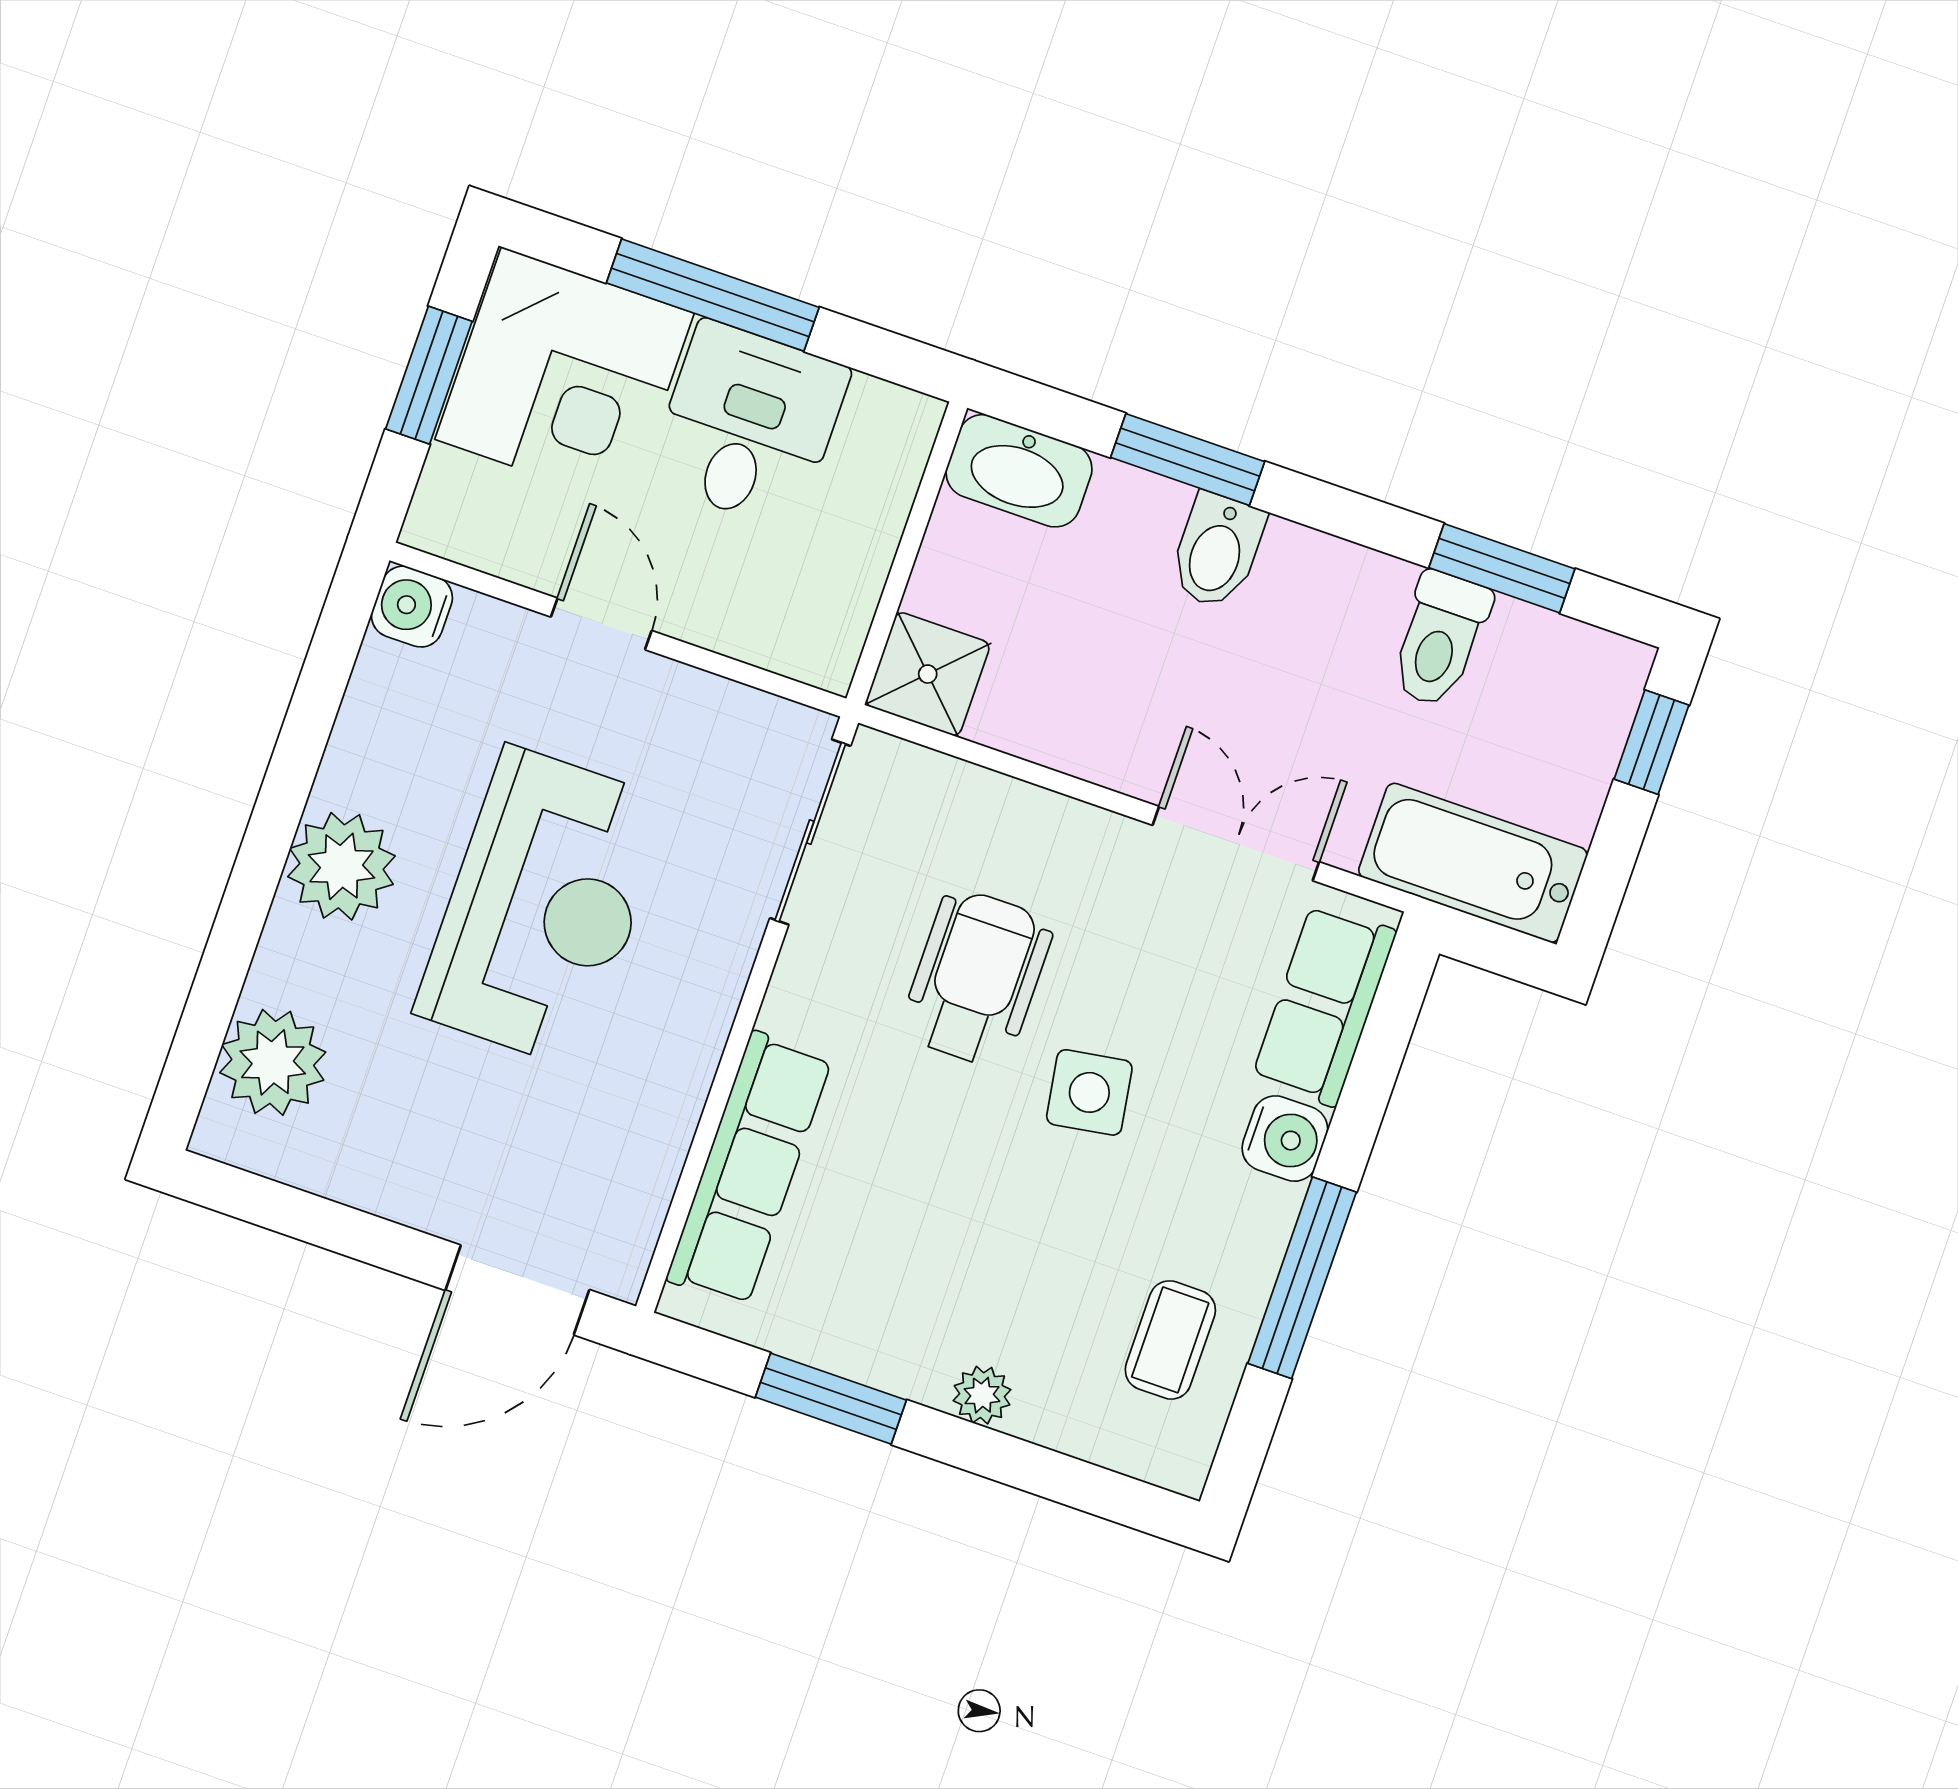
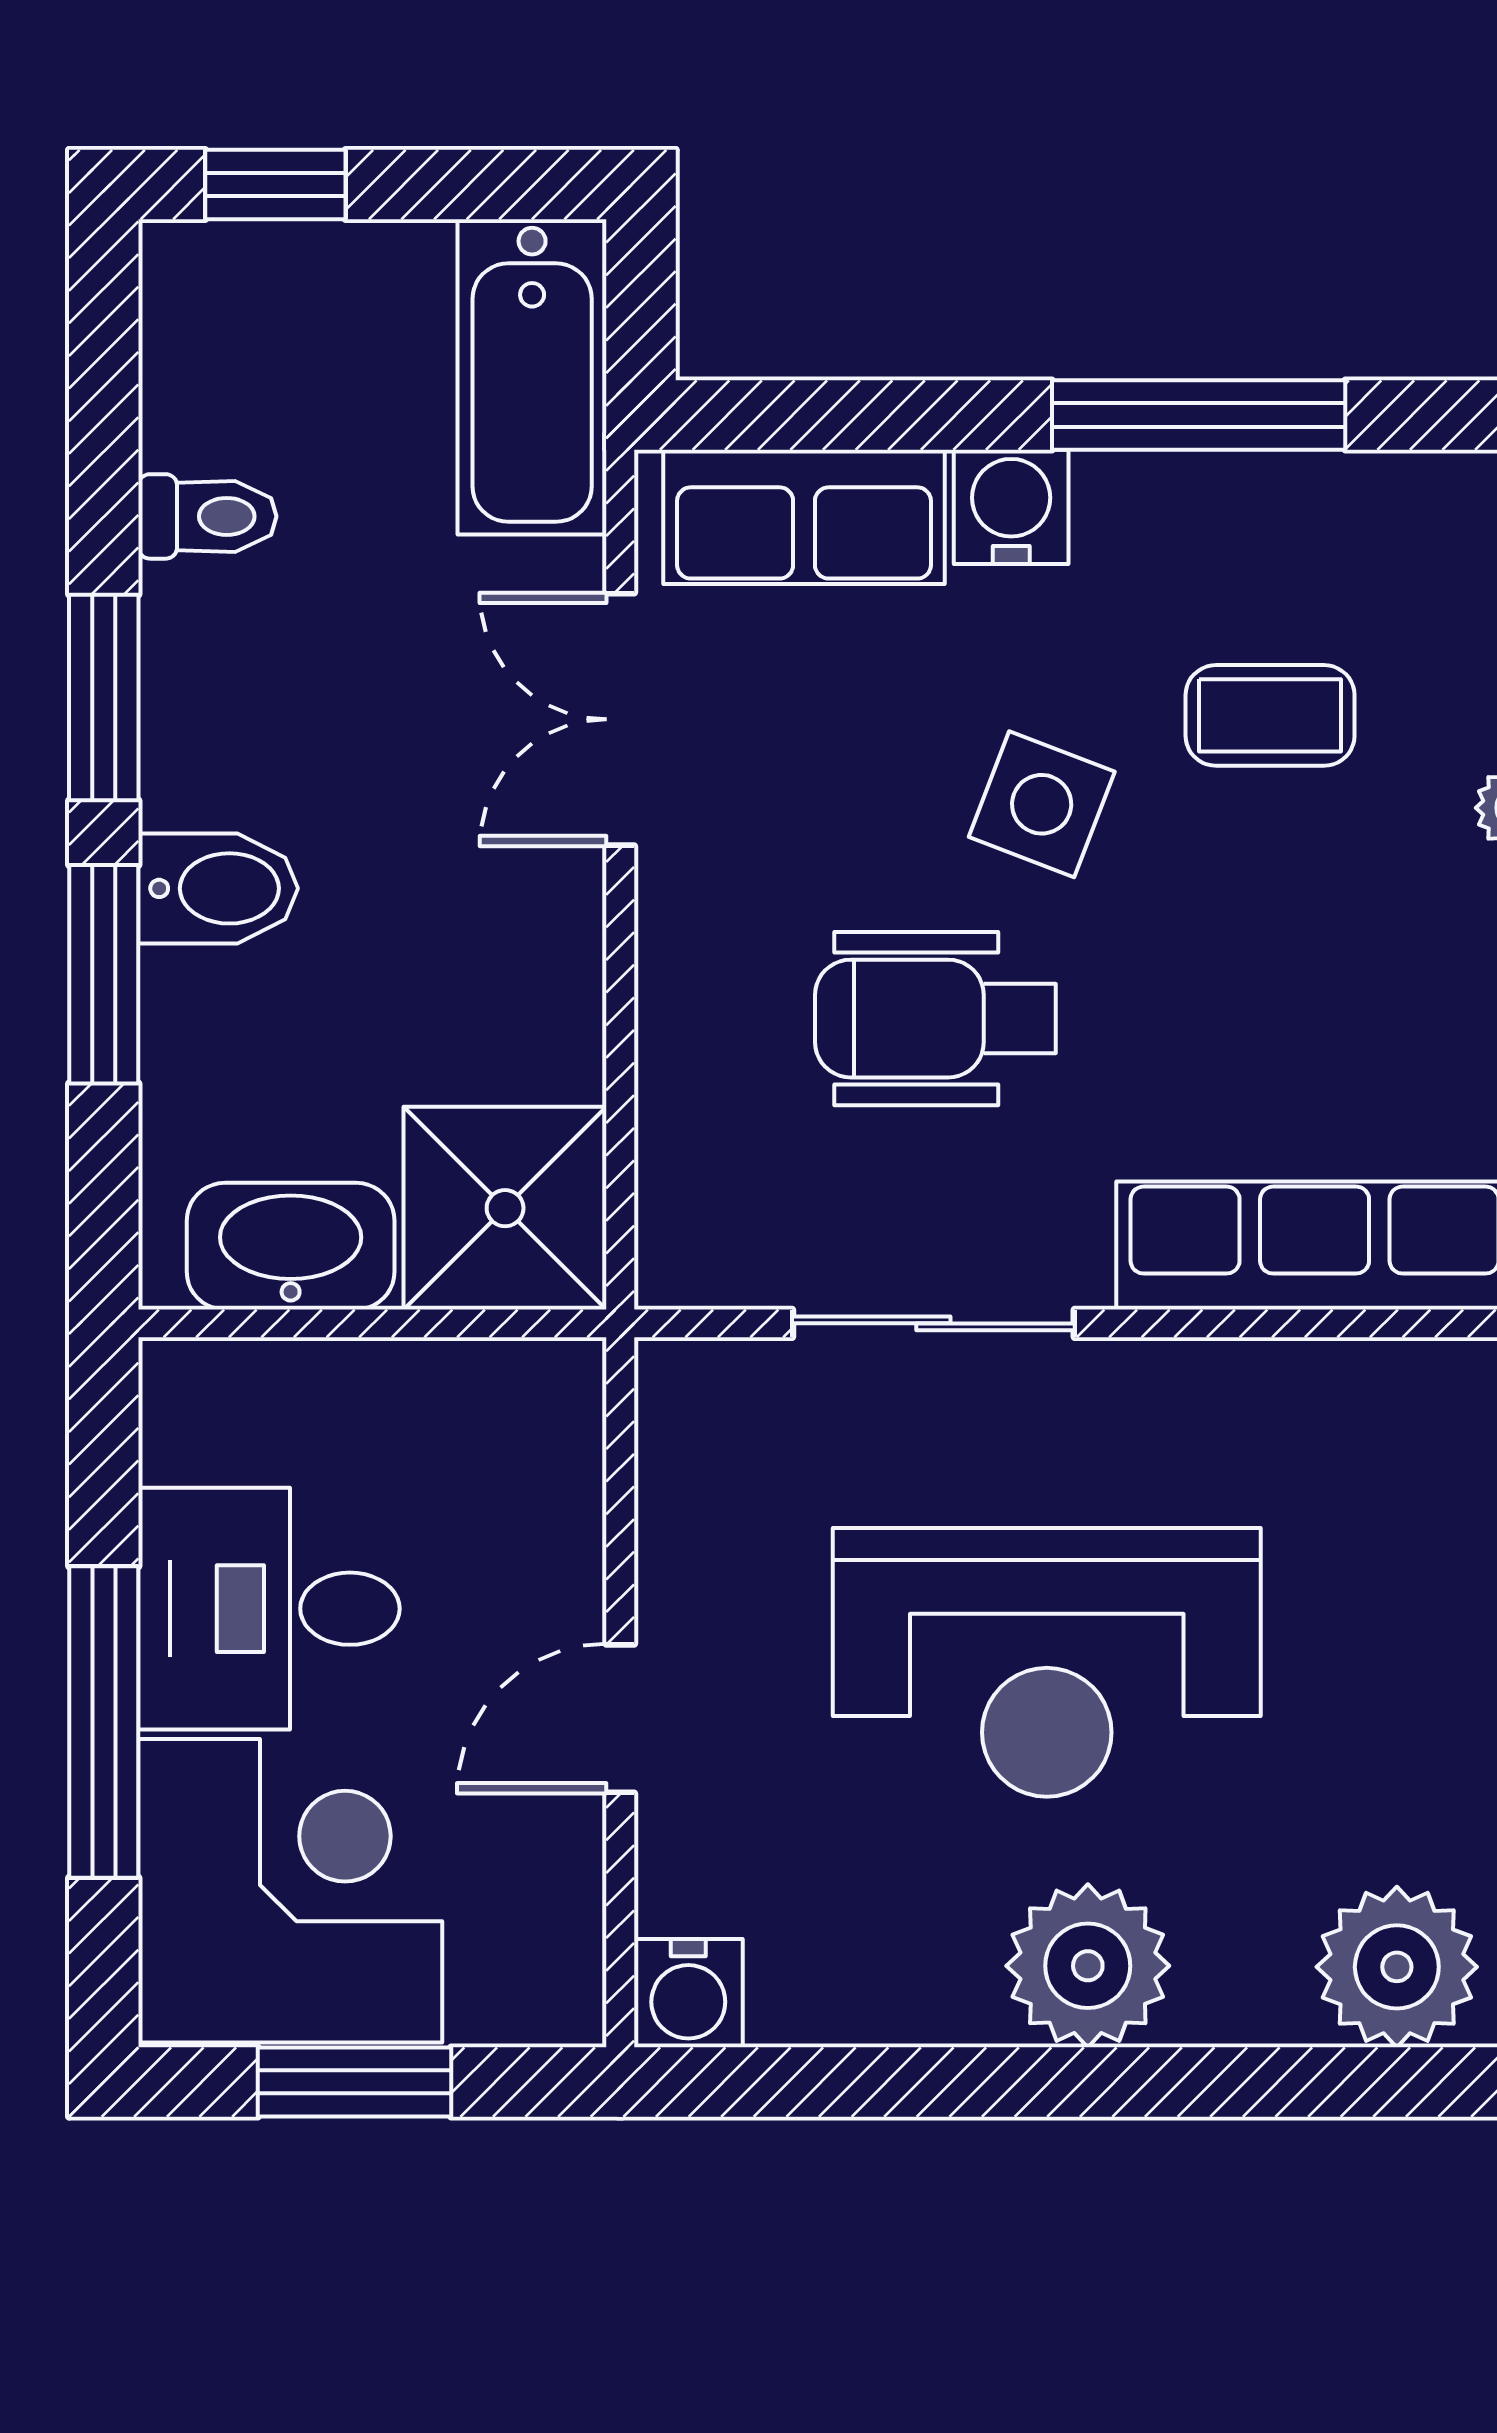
washbasin: (1019, 471) -> (291, 1246), moved, turned -90
window: (1502, 568) -> (104, 697), moved
toilet: (1440, 639) -> (207, 516), width x0.73, depth x0.72
shower: (928, 674) -> (505, 1208), width x1.36, depth x1.36
sliding door: (810, 832) -> (933, 1323), moved
reception desk: (543, 907) -> (1047, 1662), turned 180
side table: (1089, 1092) -> (1042, 804), turned 30
coffee table: (1170, 1340) -> (1270, 715), moved

